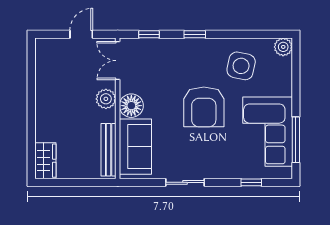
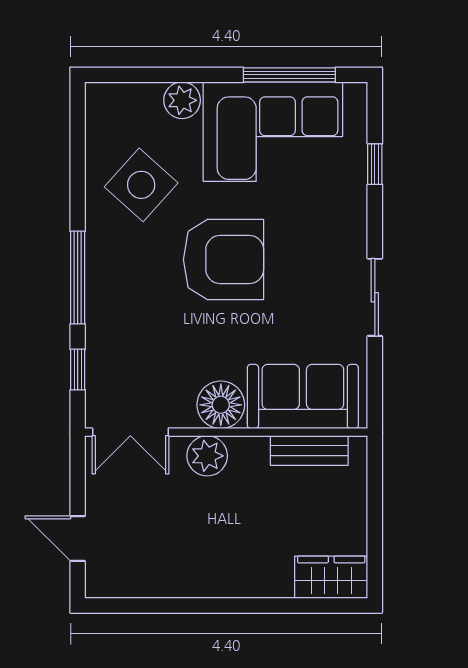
door: (81, 34) -> (78, 538), moved
window: (195, 34) -> (78, 278), width x2.17
plant: (283, 47) -> (182, 100), moved
side table: (241, 66) -> (141, 185), turned 30
bench: (109, 150) -> (309, 451), width x0.73

